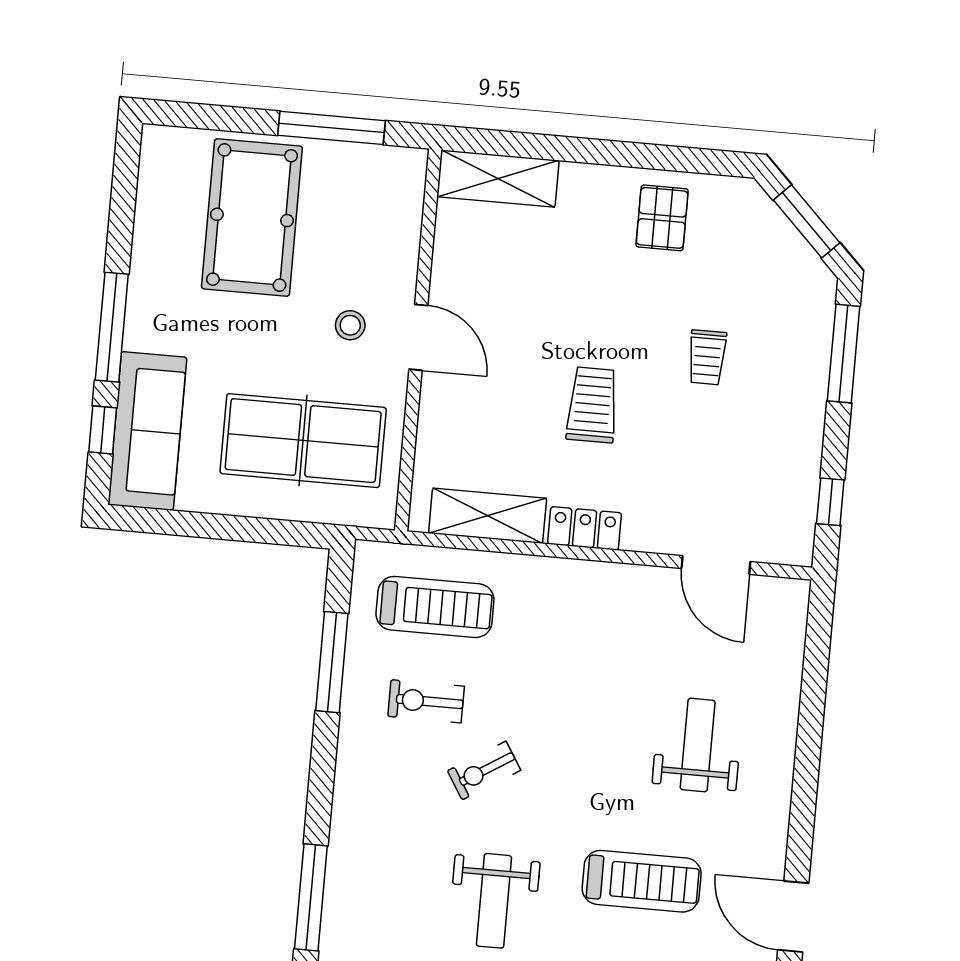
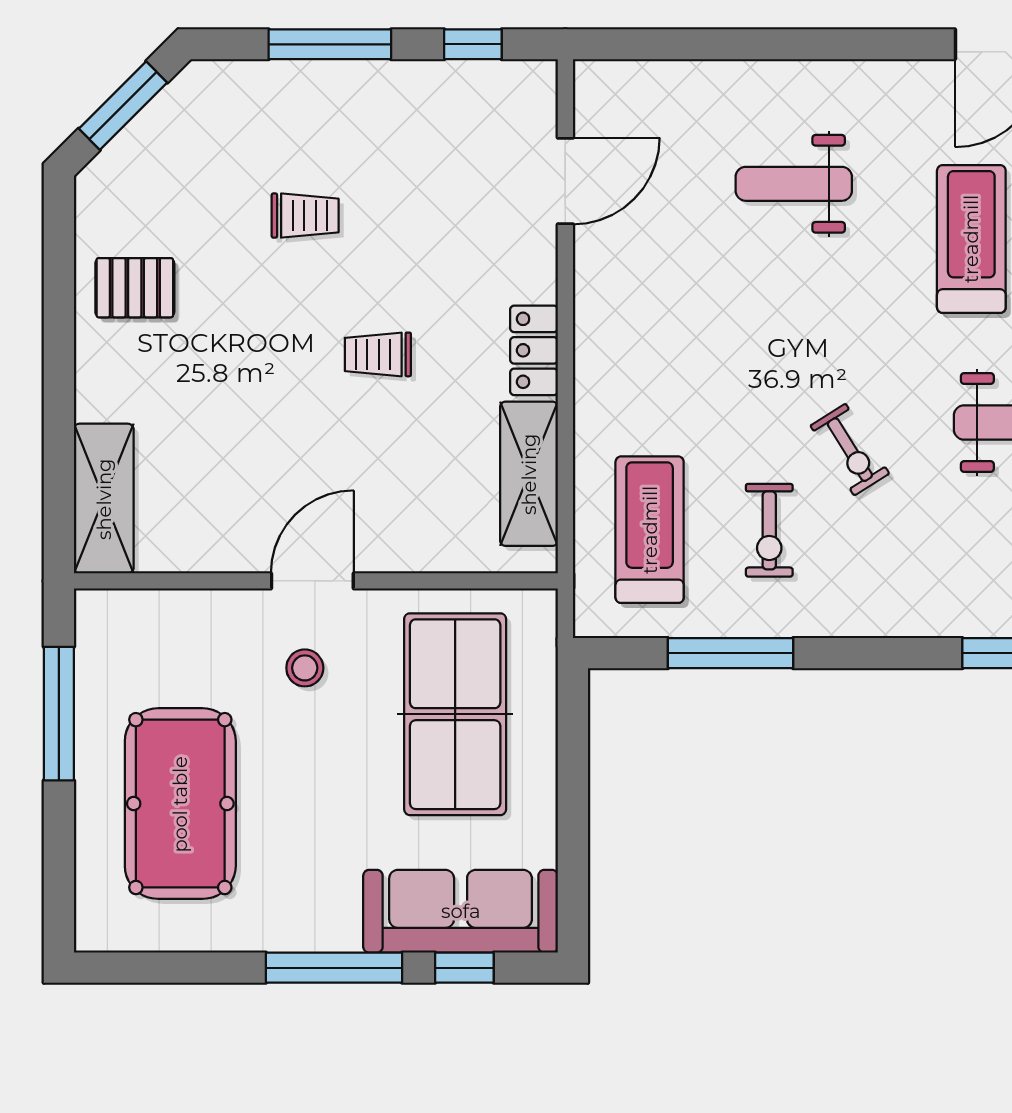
pool table: (252, 217) -> (180, 804), turned 90
window: (844, 354) -> (330, 44), moved
trolley: (592, 405) -> (378, 354), width x0.73, depth x0.72

